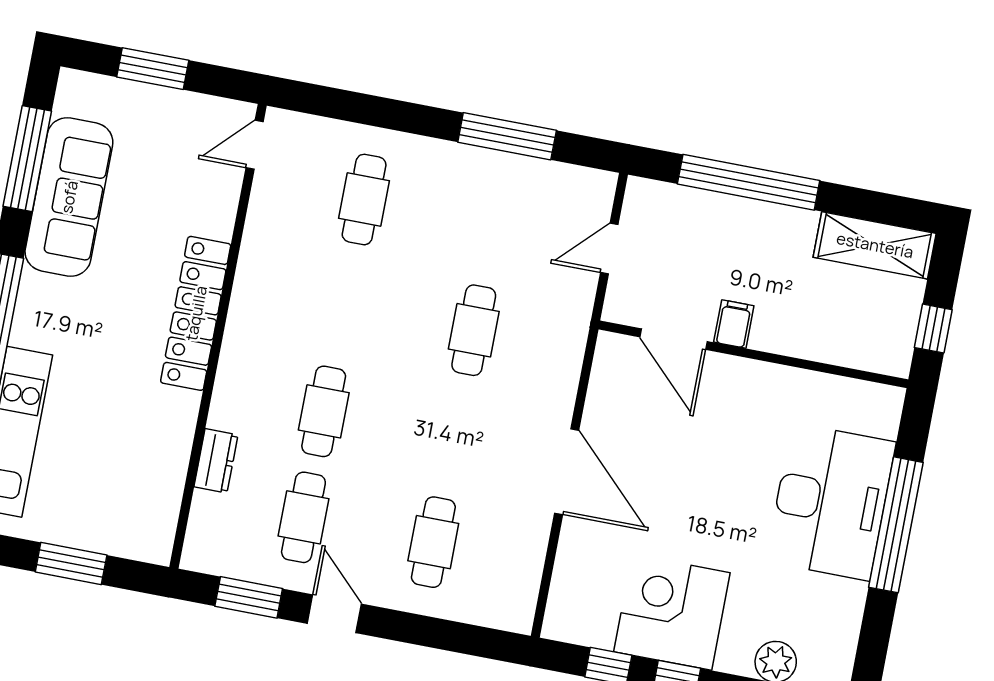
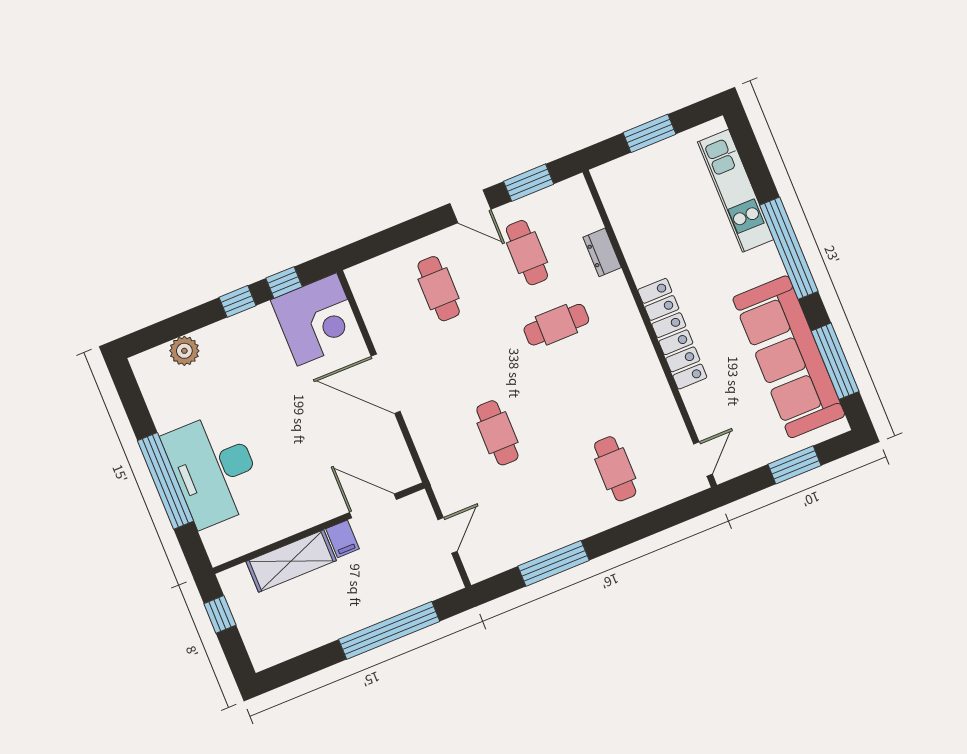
sofa: (69, 197) -> (789, 357), width x1.36, depth x1.27
shelving: (875, 245) -> (291, 561), moved
cafe table: (324, 411) -> (556, 325), turned 90
corner desk: (672, 612) -> (317, 320), moved

